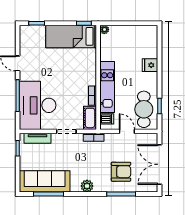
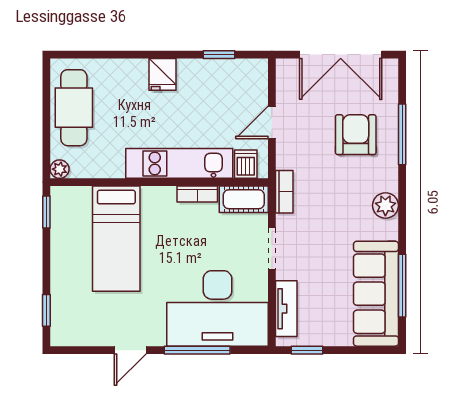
bed: (71, 36) -> (116, 239), moved
fridge: (150, 65) -> (163, 74), moved
cafe table: (144, 109) -> (74, 108), moved, turned 90

